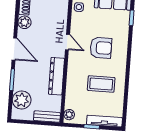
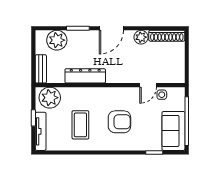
door: (67, 42) -> (148, 85), moved
armchair: (101, 48) -> (119, 122), turned -90
plant: (69, 115) -> (50, 98), width x1.88, depth x1.88

